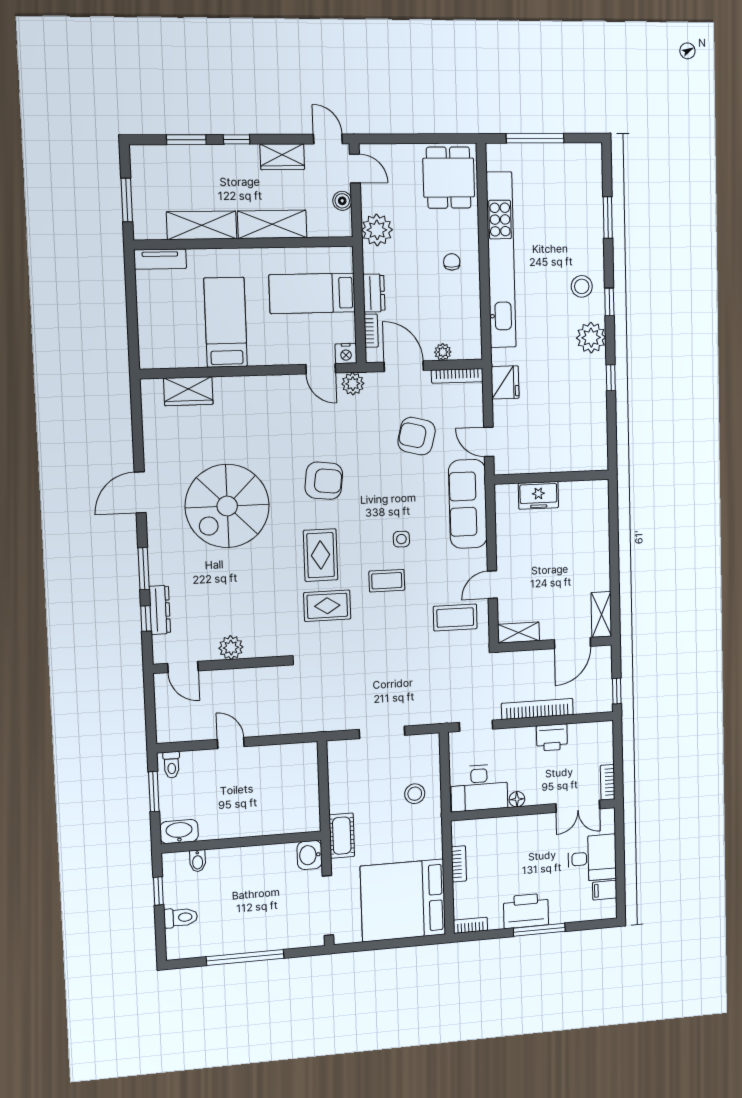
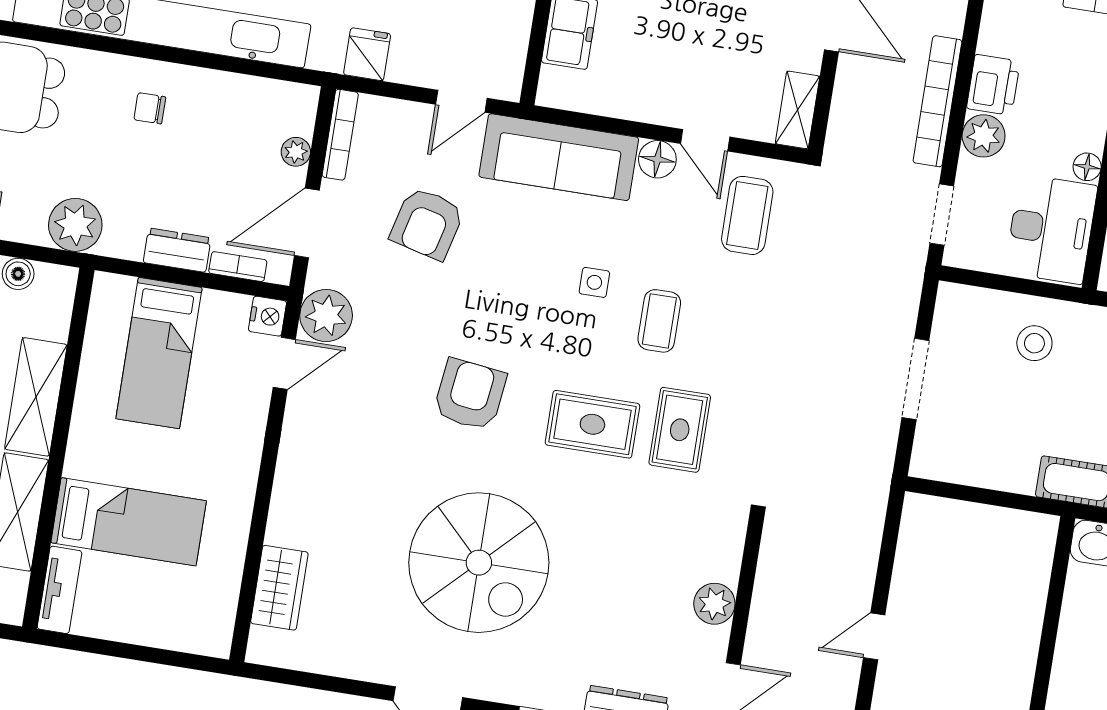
bed: (226, 322) -> (129, 522), moved, turned 180
fridge: (505, 382) -> (367, 54), width x0.72
plant: (353, 384) -> (326, 316), width x1.36, depth x1.36
floor lamp: (477, 560) -> (657, 159), added
plant: (523, 739) -> (984, 136), added

